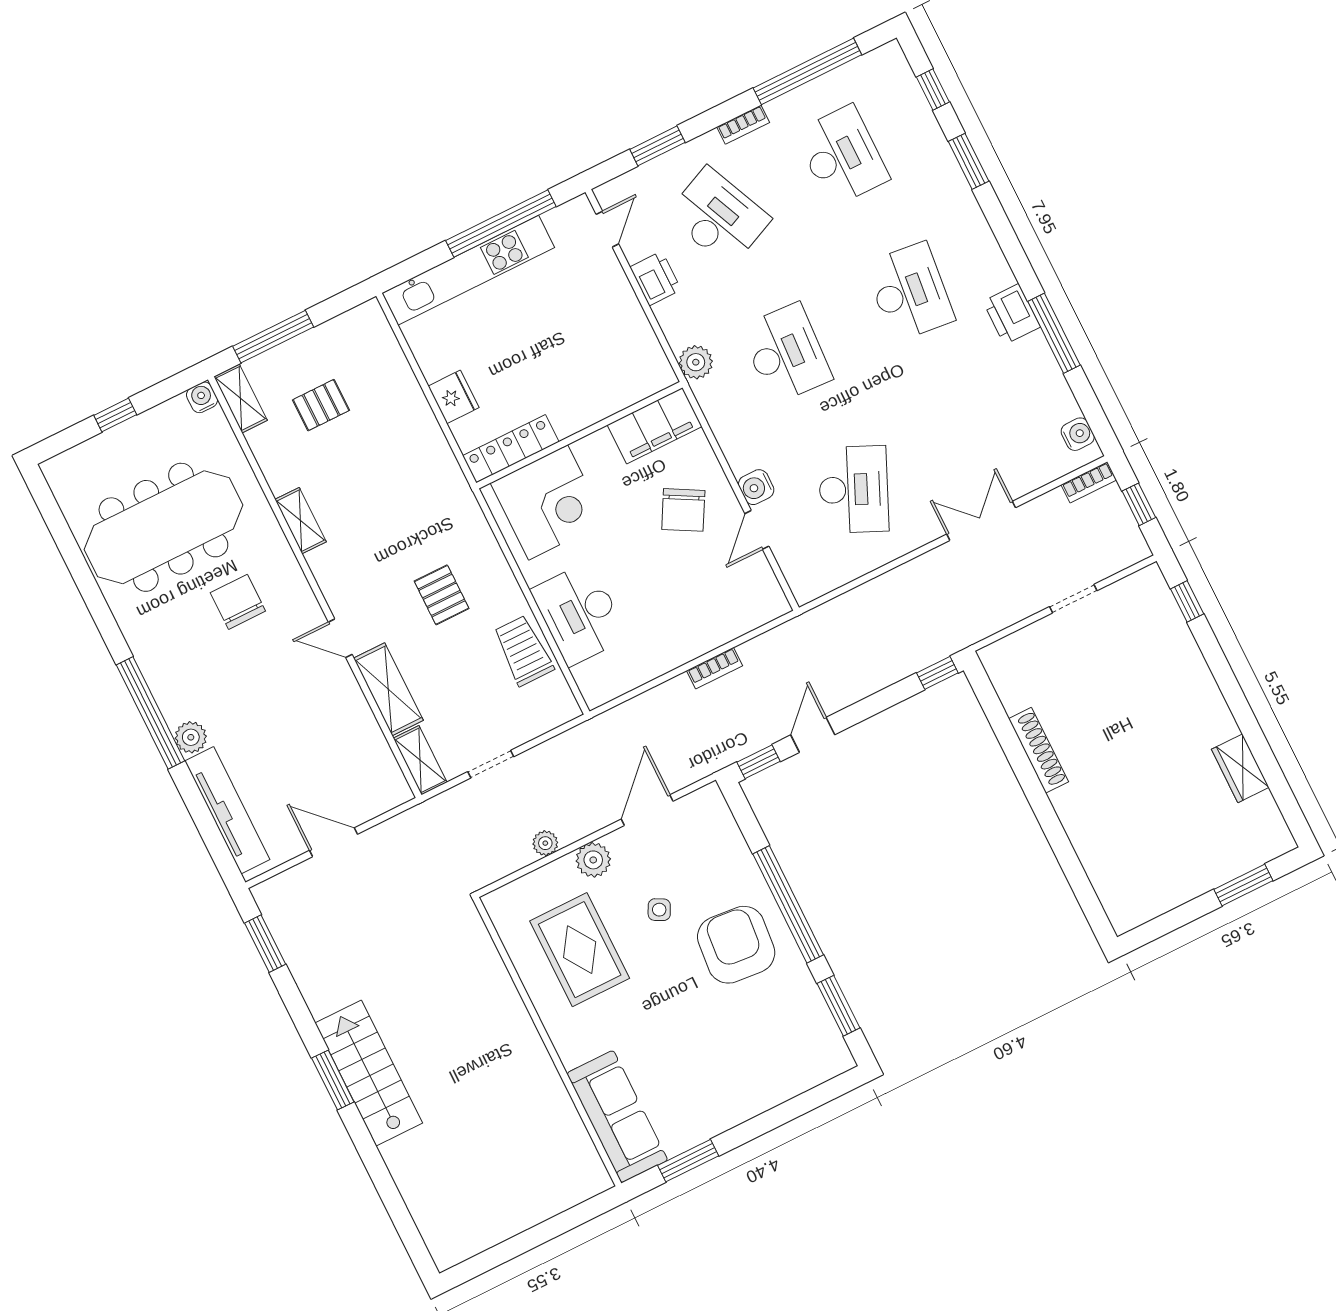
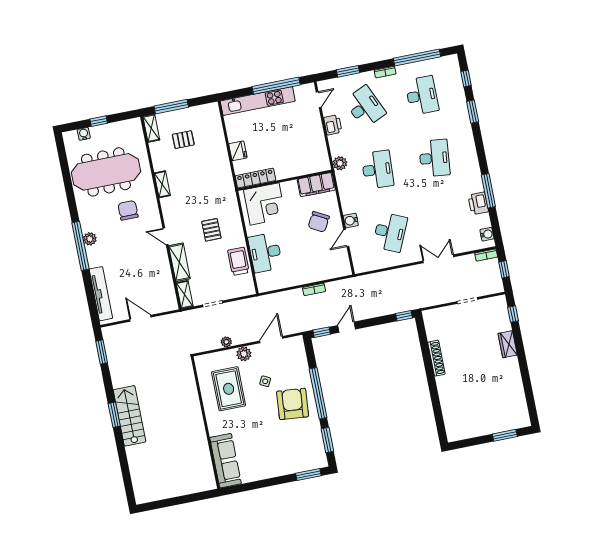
printer: (1012, 314) -> (478, 203), moved
water cooler: (202, 397) -> (84, 134), moved
plant: (191, 737) -> (90, 239), moved
wardrobe: (1240, 768) -> (508, 344), moved
window: (688, 1161) -> (308, 474), moved

